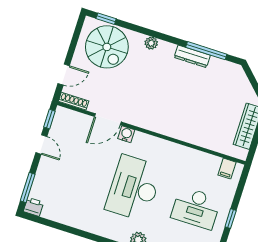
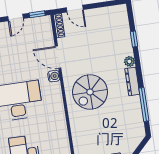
window: (106, 19) -> (134, 39), moved
spiral stairs: (107, 47) -> (90, 92), moved
dresser: (192, 56) -> (132, 81), moved

